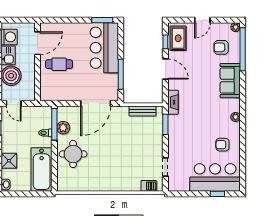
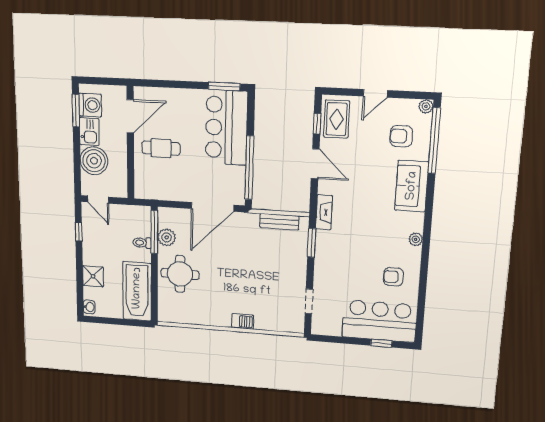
window: (121, 74) -> (249, 168), width x1.46
barbecue: (149, 186) -> (243, 321), moved

